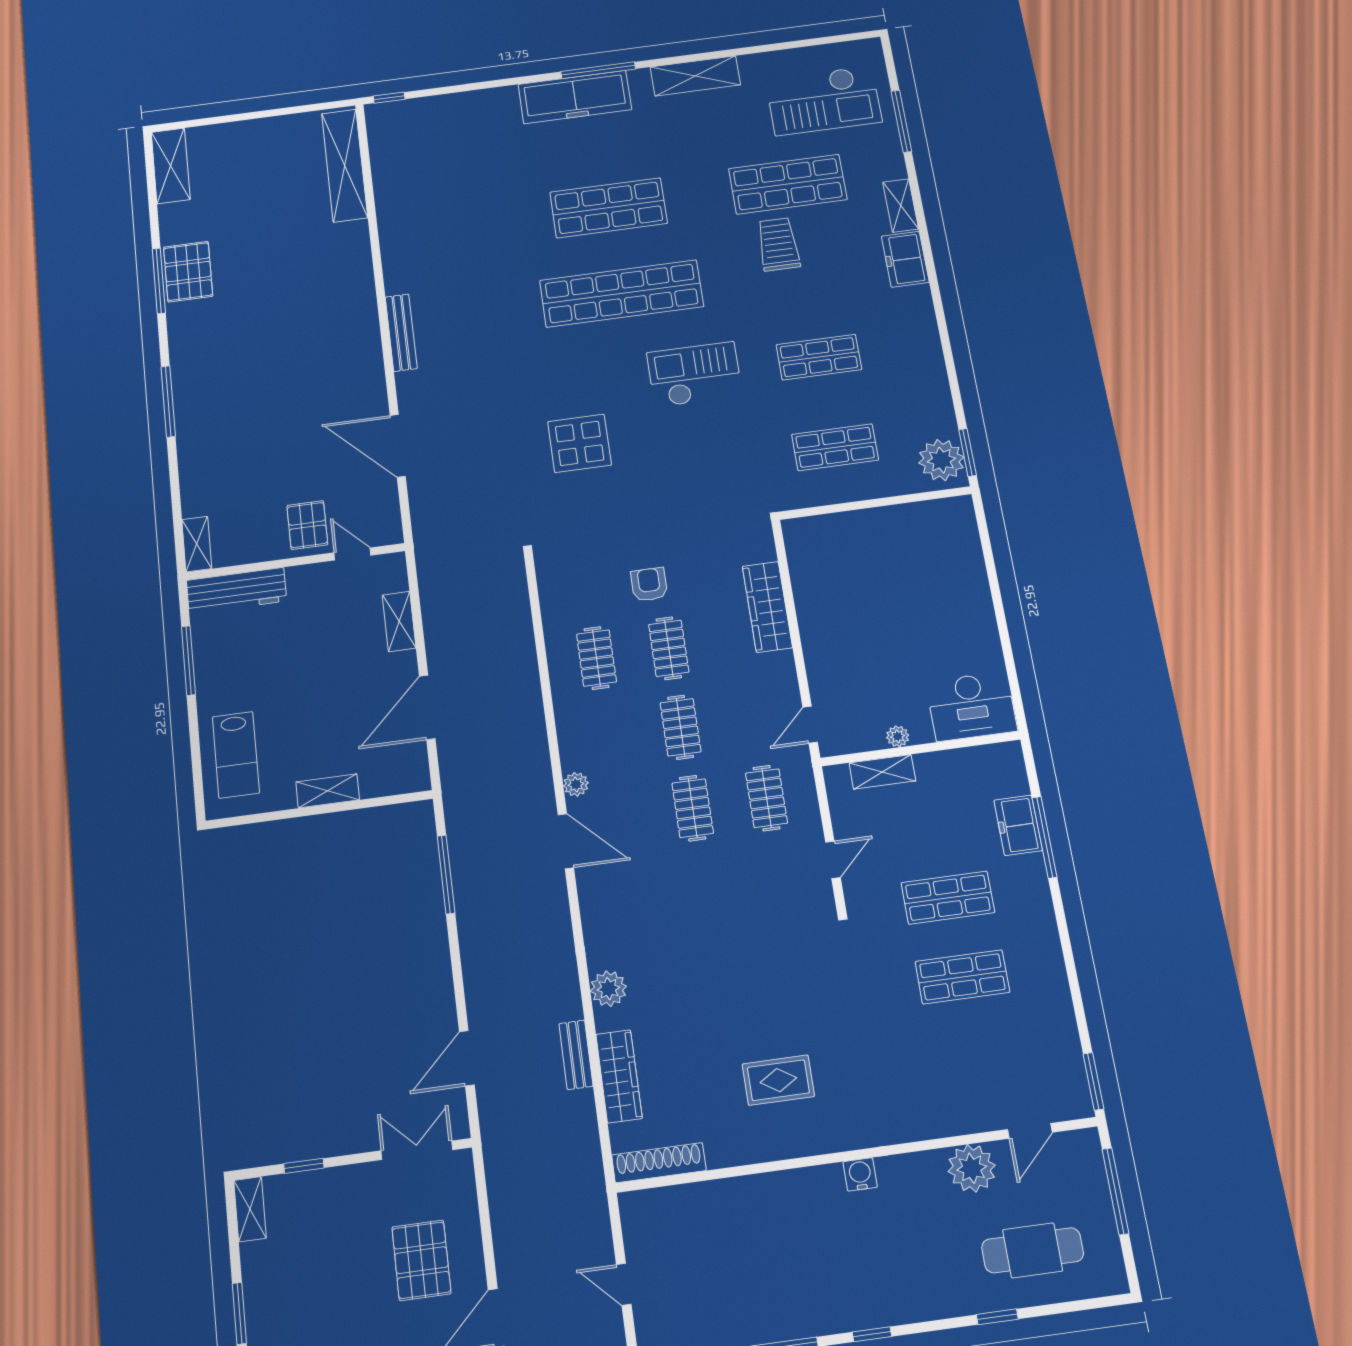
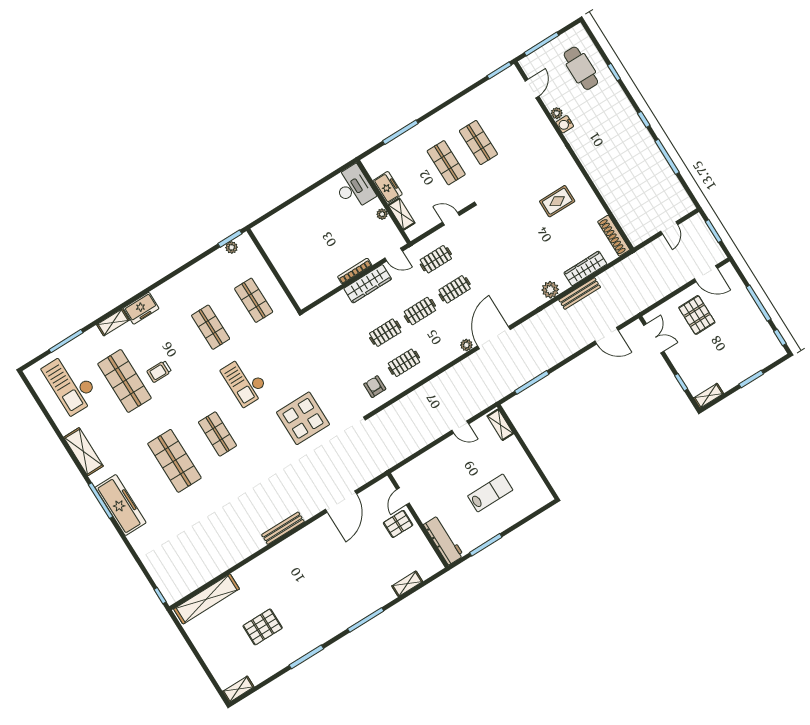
checkout: (824, 100) -> (70, 383), turned 180
shelving: (171, 166) -> (238, 689), width x0.67, depth x0.75
trolley: (778, 244) -> (159, 371), width x0.73, depth x0.72
pallet: (188, 272) -> (263, 627), moved
shop shelf: (622, 294) -> (217, 434), width x0.50, depth x0.74
display table: (580, 443) -> (303, 418), width x1.36, depth x1.36
plant: (941, 460) -> (232, 247), width x0.53, depth x0.53
shelving: (197, 544) -> (407, 584), moved
armchair: (649, 585) -> (375, 387), moved, turned 90
wardrobe: (767, 607) -> (368, 284), moved
shelving: (399, 621) -> (426, 459), removed
bookcase: (810, 643) -> (355, 271), added
door: (427, 707) -> (460, 427), width x0.53
lab bench: (236, 755) -> (490, 493), moved
shelving: (328, 791) -> (500, 425), moved
freezer: (1018, 825) -> (388, 187), moved, turned -90
door: (566, 841) -> (494, 338), width x1.36
bench: (576, 1055) -> (580, 294), width x1.36
rug: (778, 1080) -> (557, 201), turned 90
door: (1030, 1131) -> (532, 89), hinge flipped
double door: (417, 1150) -> (654, 338), swing flipped
plant: (972, 1168) -> (557, 113), width x0.53, depth x0.53
water cooler: (860, 1174) -> (565, 124), moved
pallet: (421, 1260) -> (697, 315), turned 90

